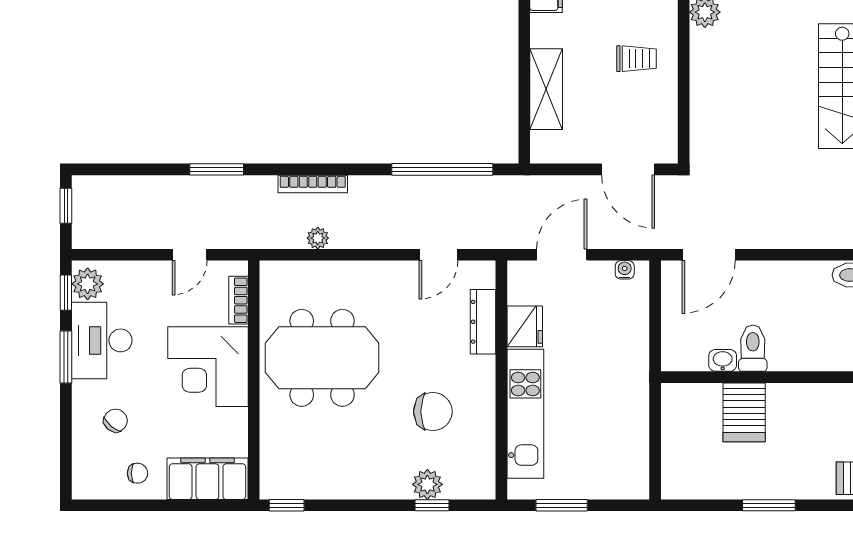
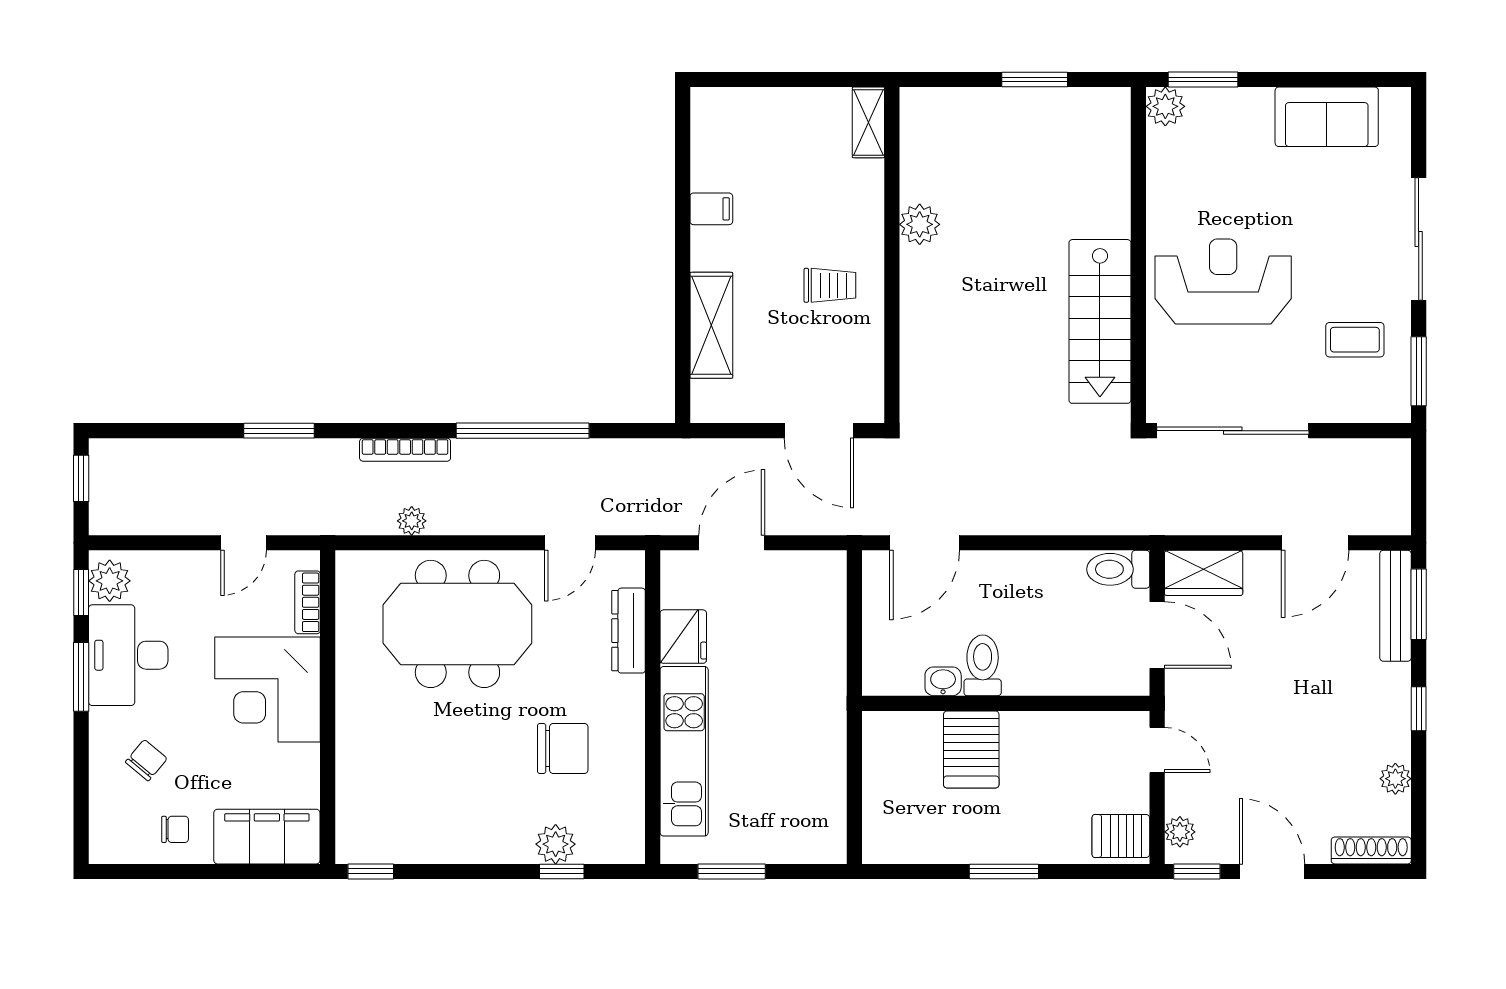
window: (442, 169) -> (523, 431), moved
water cooler: (625, 270) -> (814, 563), removed
meeting table: (322, 358) -> (457, 624), moved

